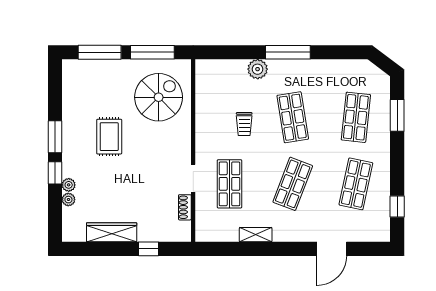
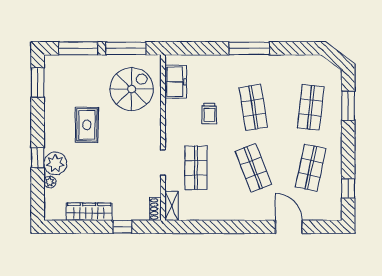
plant: (258, 69) -> (221, 64), removed
freezer: (207, 89) -> (176, 82), added
window: (55, 137) -> (38, 82), moved
shop shelf: (293, 184) -> (253, 168), turned -42
plant: (69, 185) -> (55, 163), width x1.87, depth x1.87
shoe rack: (185, 207) -> (156, 209), moved
shelving: (256, 235) -> (171, 206), moved, turned 90
door: (332, 249) -> (289, 227), swing flipped

